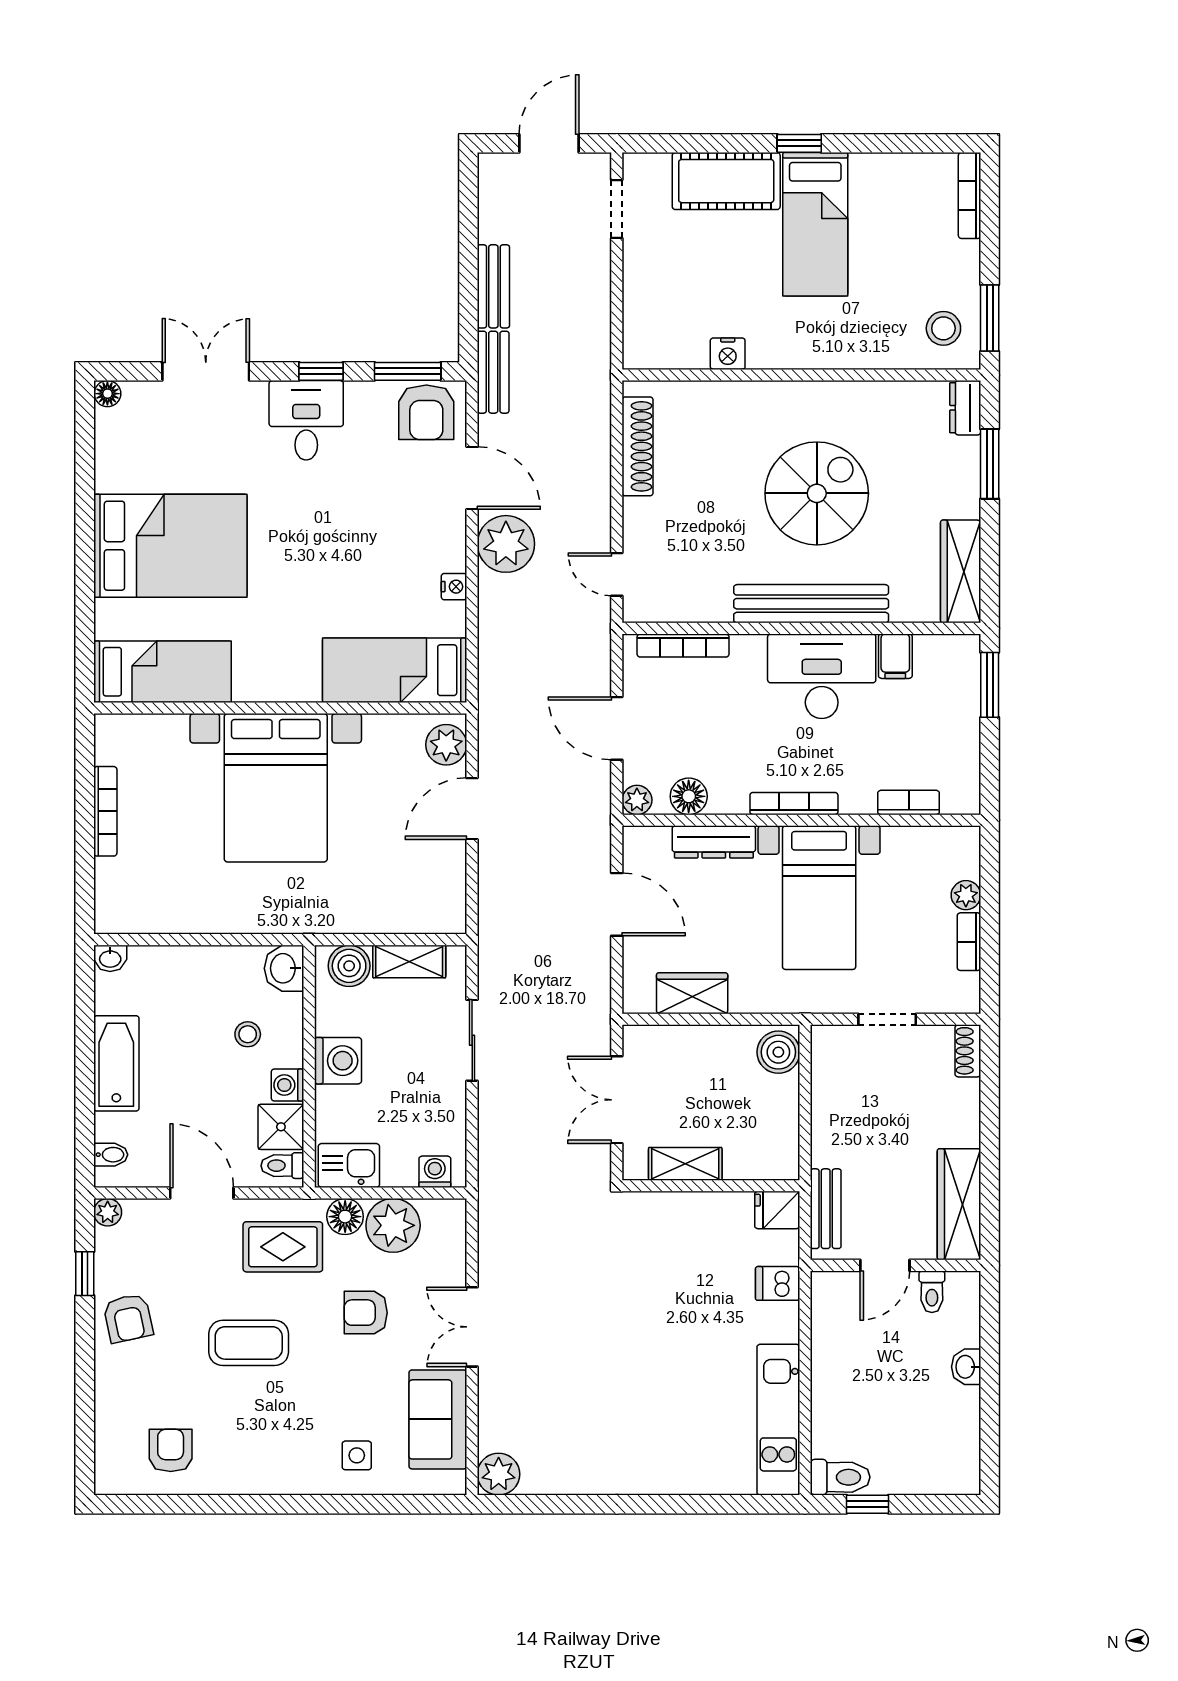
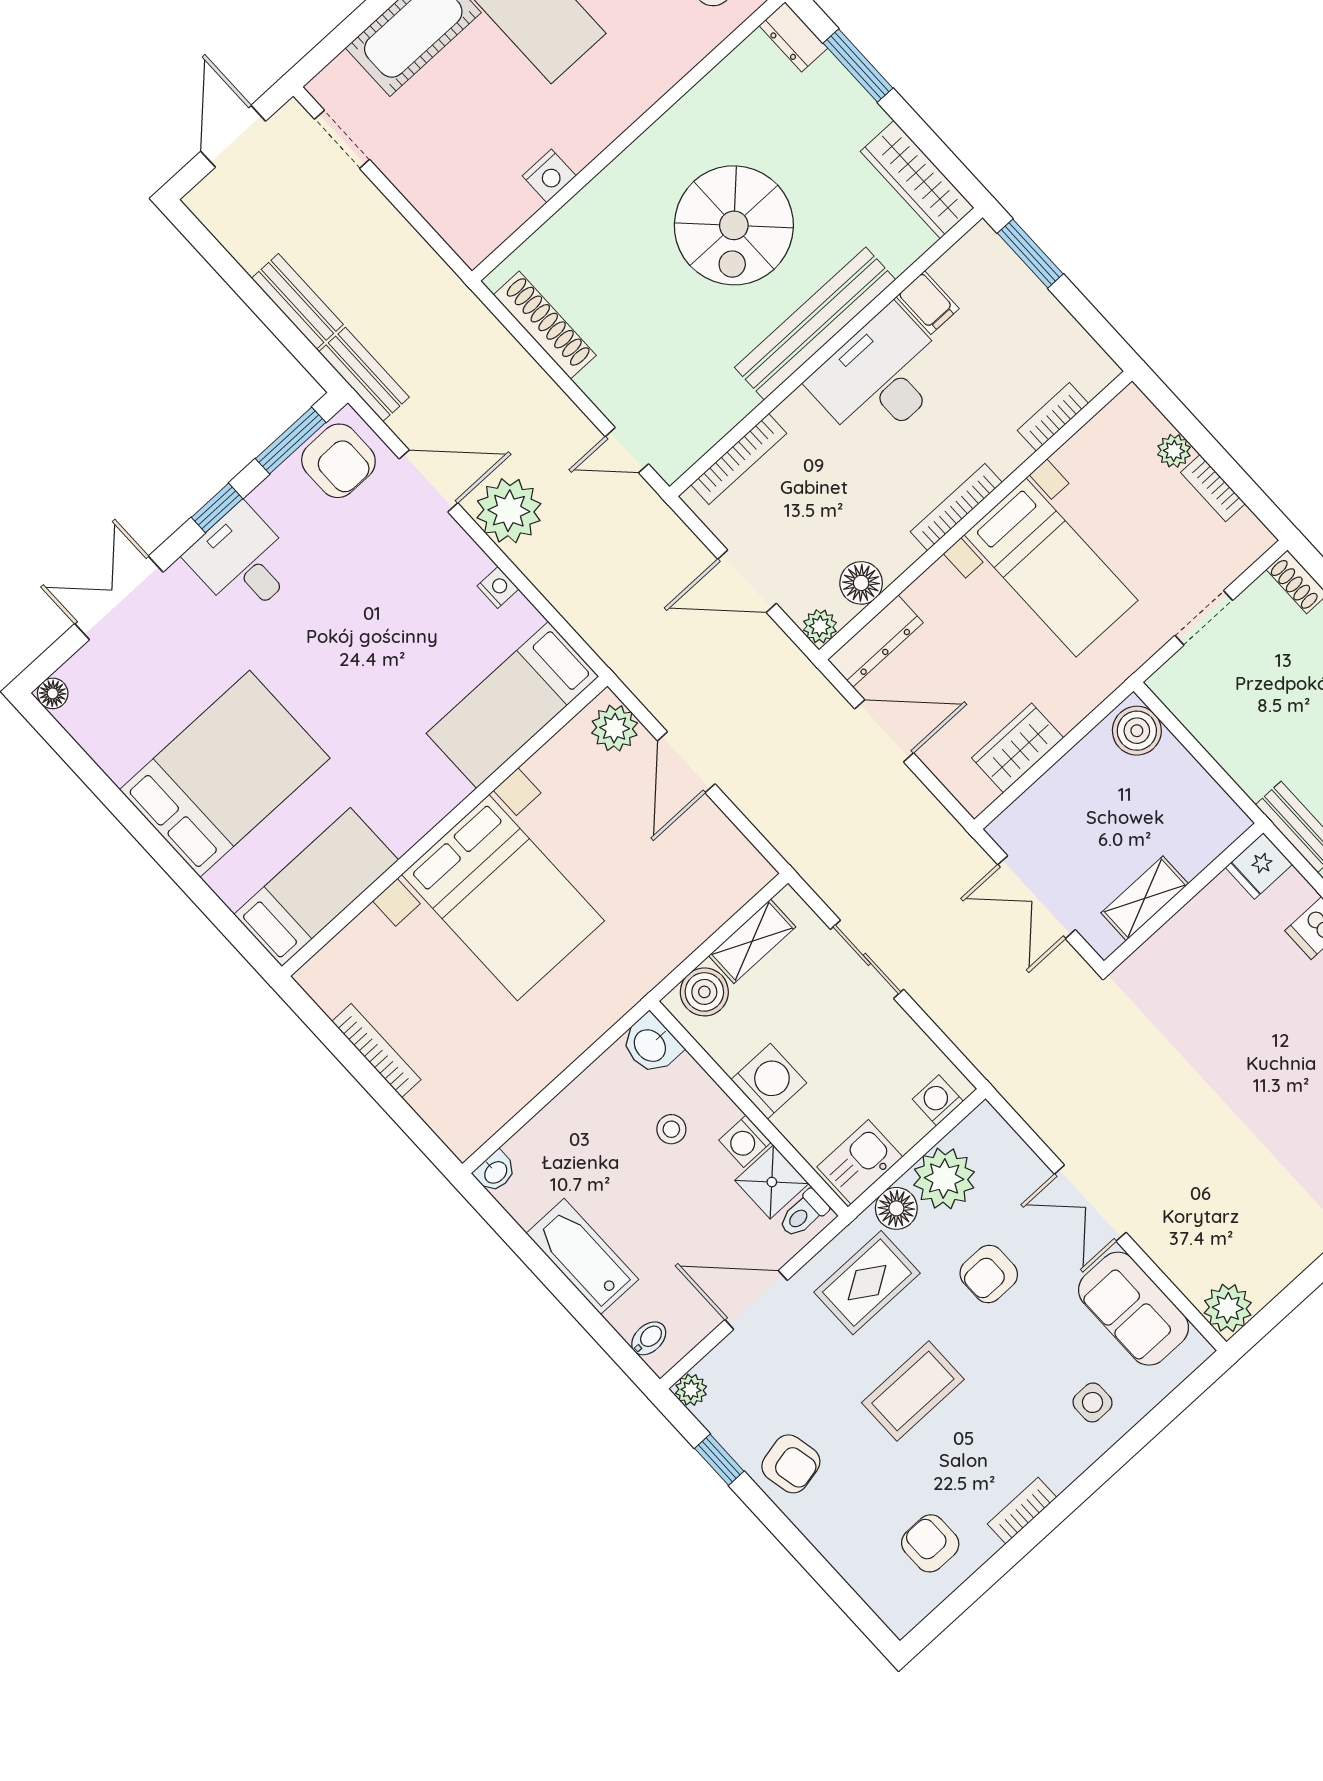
spiral stairs: (817, 493) -> (734, 225), turned 180
dresser: (714, 842) -> (875, 641), moved
bookcase: (248, 1483) -> (1022, 1511), added

